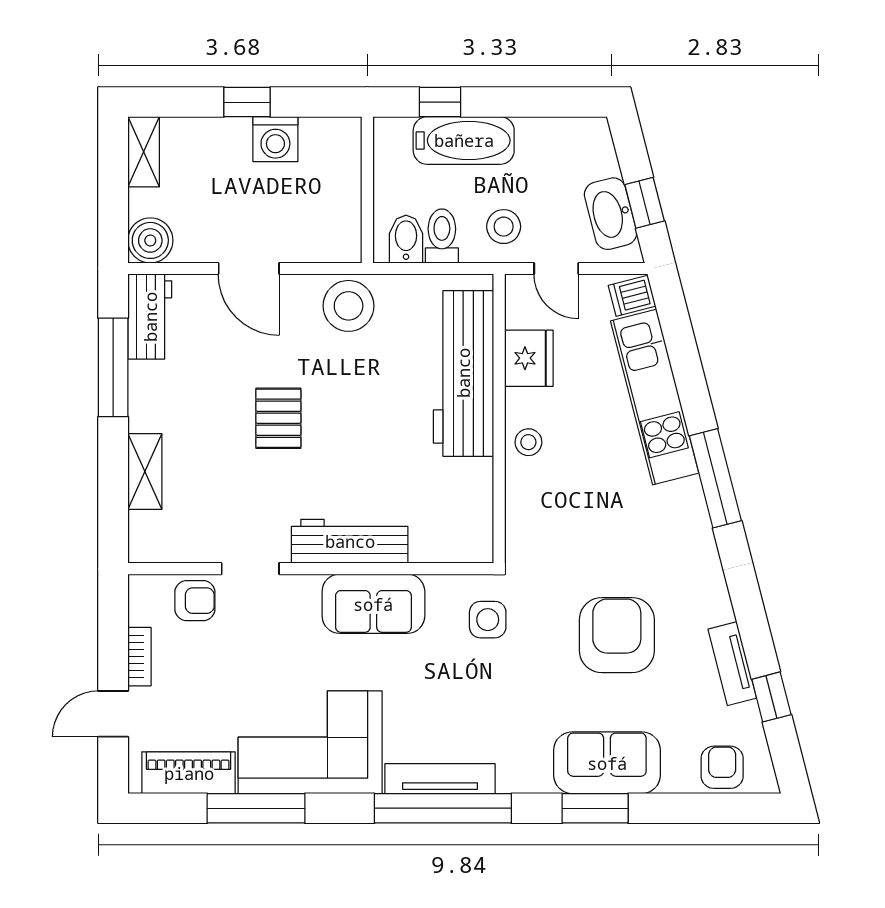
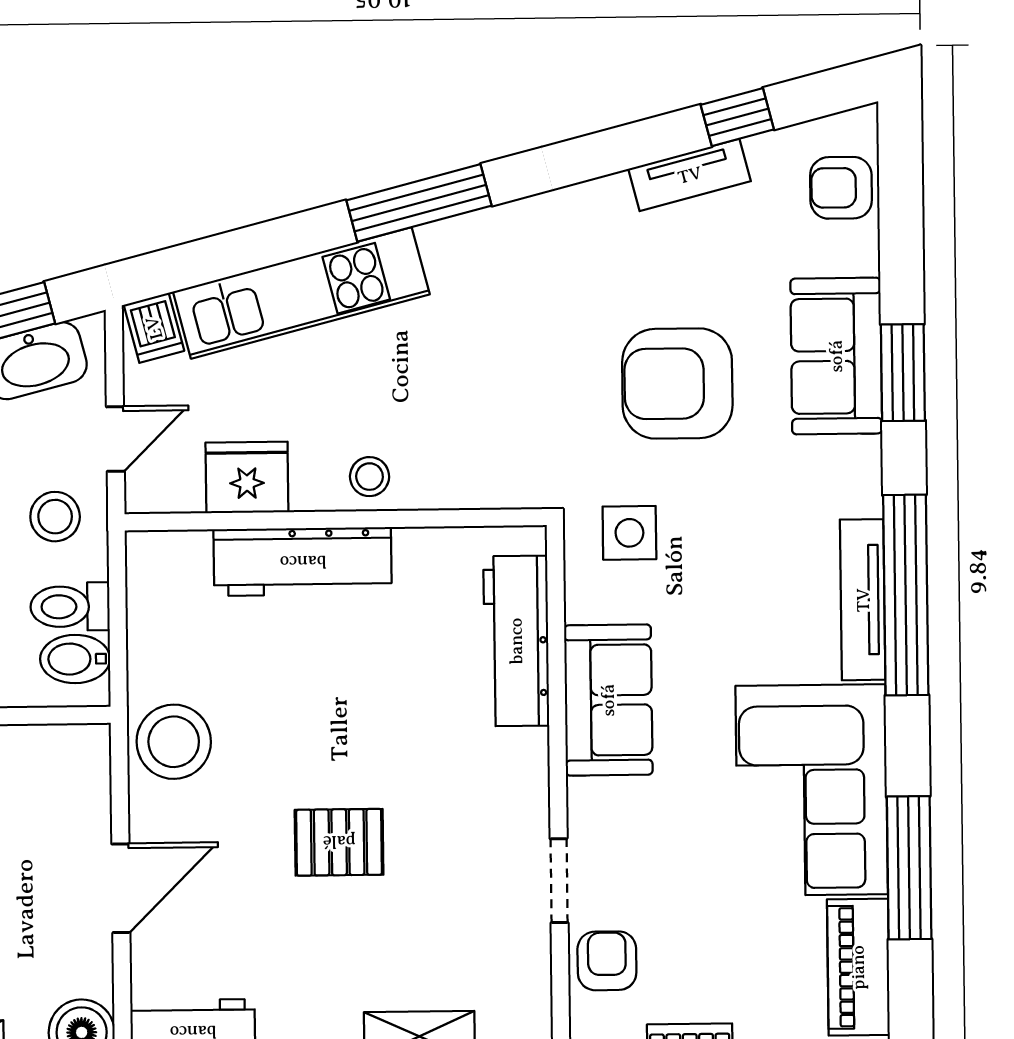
workbench: (463, 373) -> (303, 562), width x0.73, depth x0.76
workbench: (350, 541) -> (516, 641), moved
armchair: (617, 635) -> (677, 384), moved

